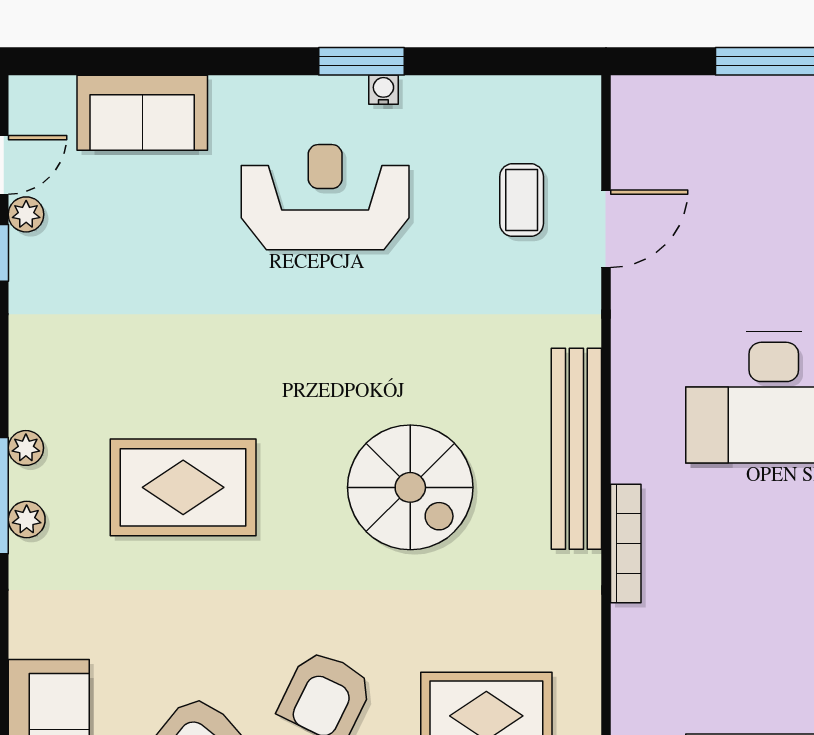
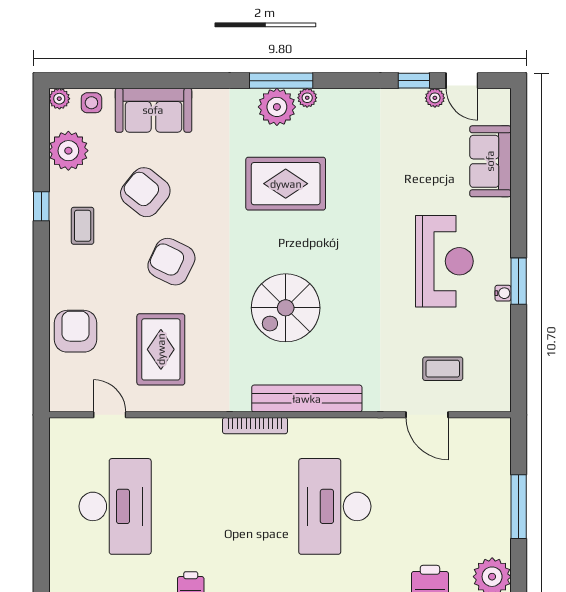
rug: (183, 487) -> (286, 184), turned 90
plant: (27, 520) -> (277, 107), width x1.88, depth x1.88

